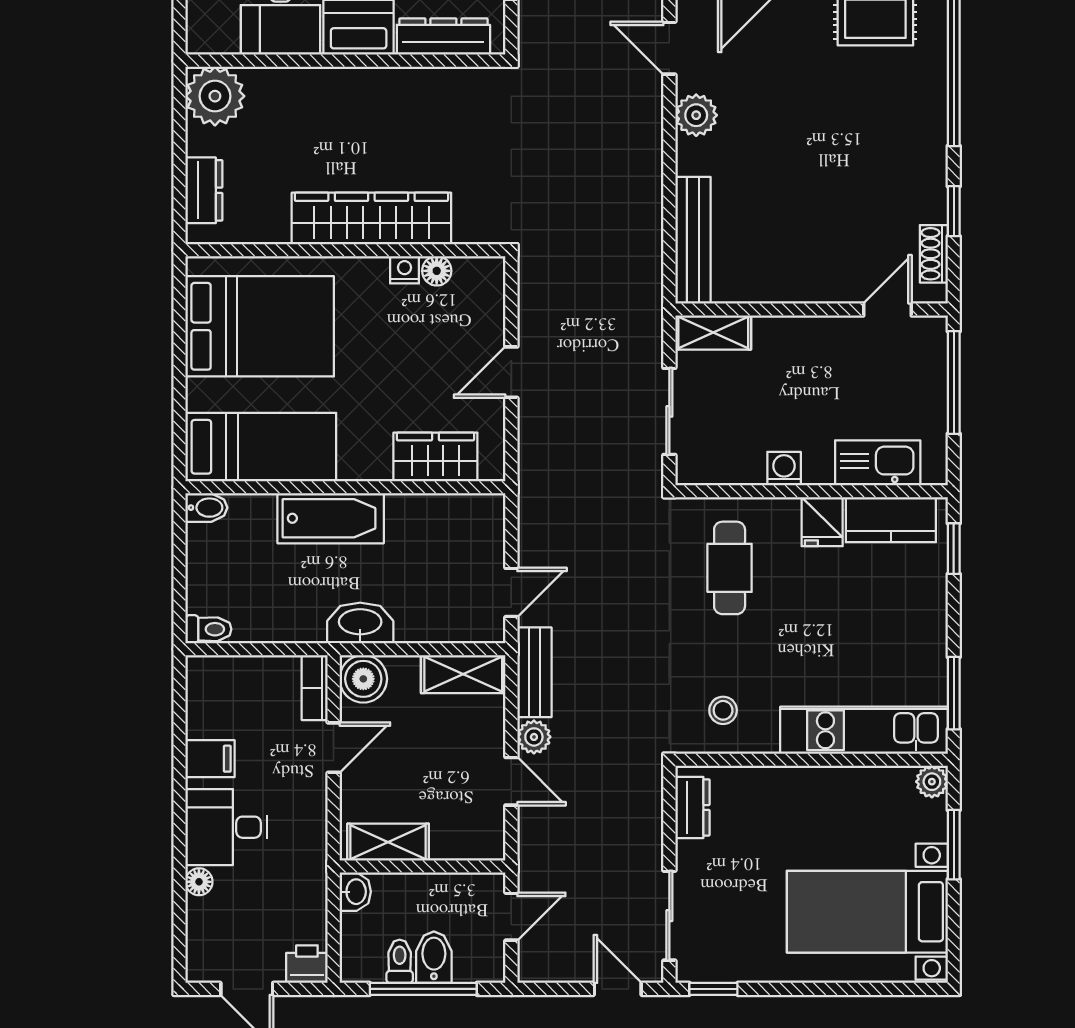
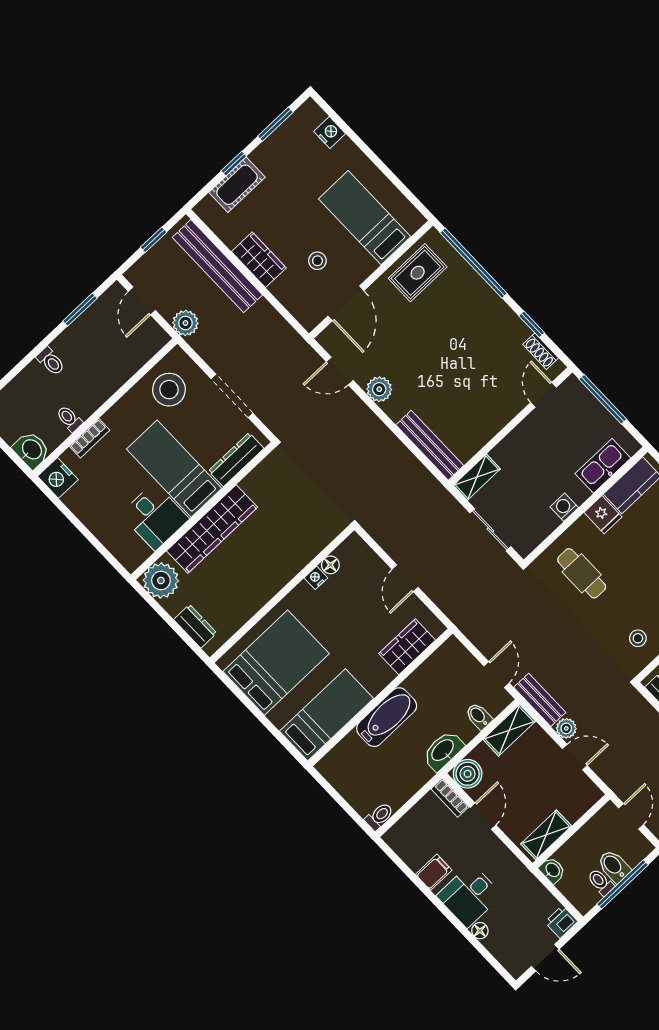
wardrobe: (371, 219) -> (212, 529), moved, turned 180
bidet: (206, 508) -> (479, 716), moved, turned -90

